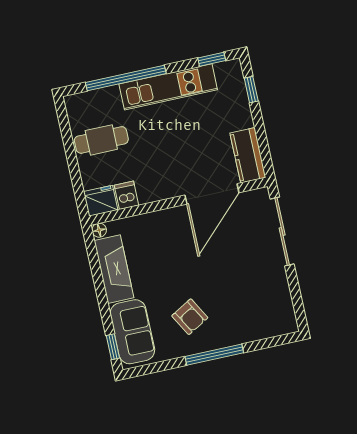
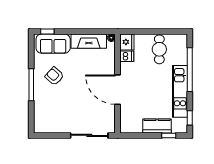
kitchen counter: (248, 155) -> (157, 126), moved
door: (212, 194) -> (118, 90), moved
armchair: (190, 317) -> (54, 76), turned 72

